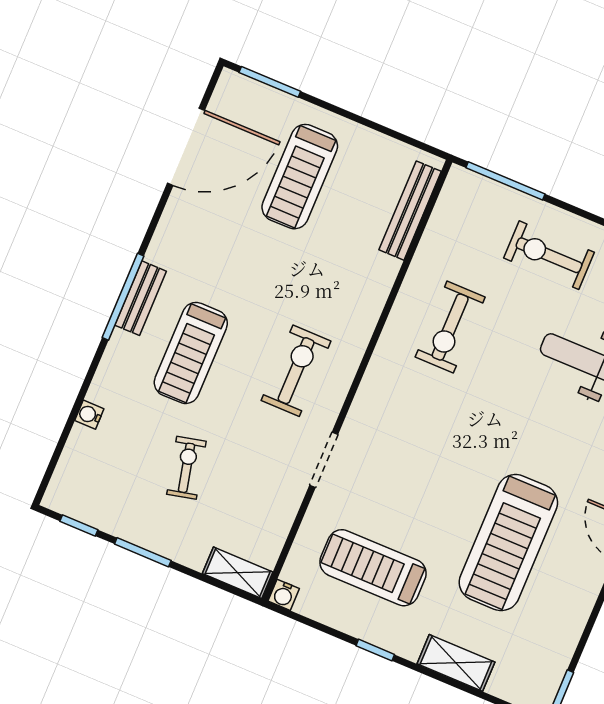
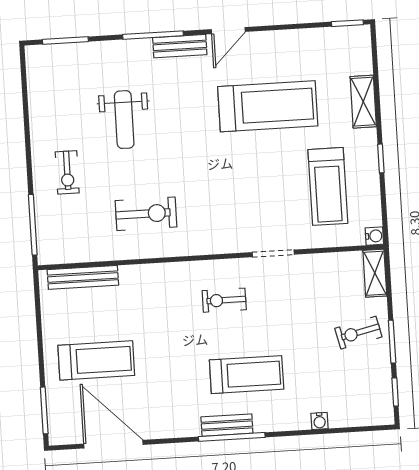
exercise bike: (549, 255) -> (67, 172), width x0.73, depth x0.72
exercise bike: (296, 371) -> (224, 300), width x0.73, depth x0.72
exercise bike: (186, 468) -> (358, 333), moved

